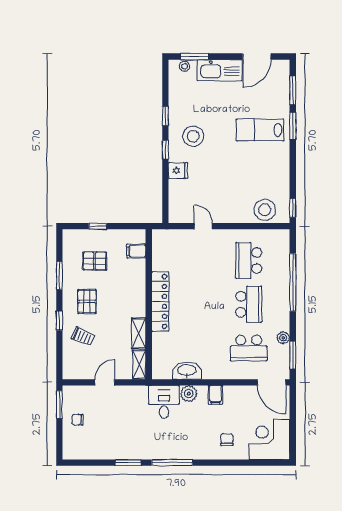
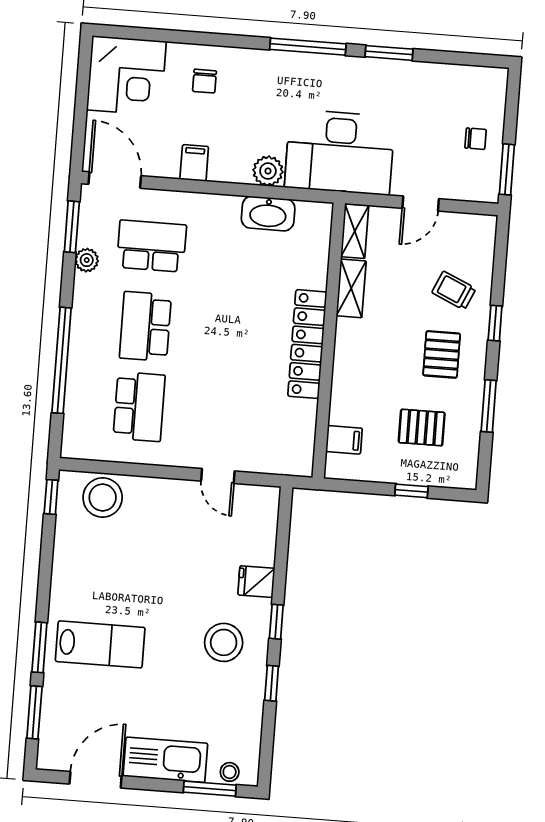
filing cabinet: (215, 395) -> (194, 163), moved
desk: (164, 402) -> (340, 152), width x1.87, depth x1.30

